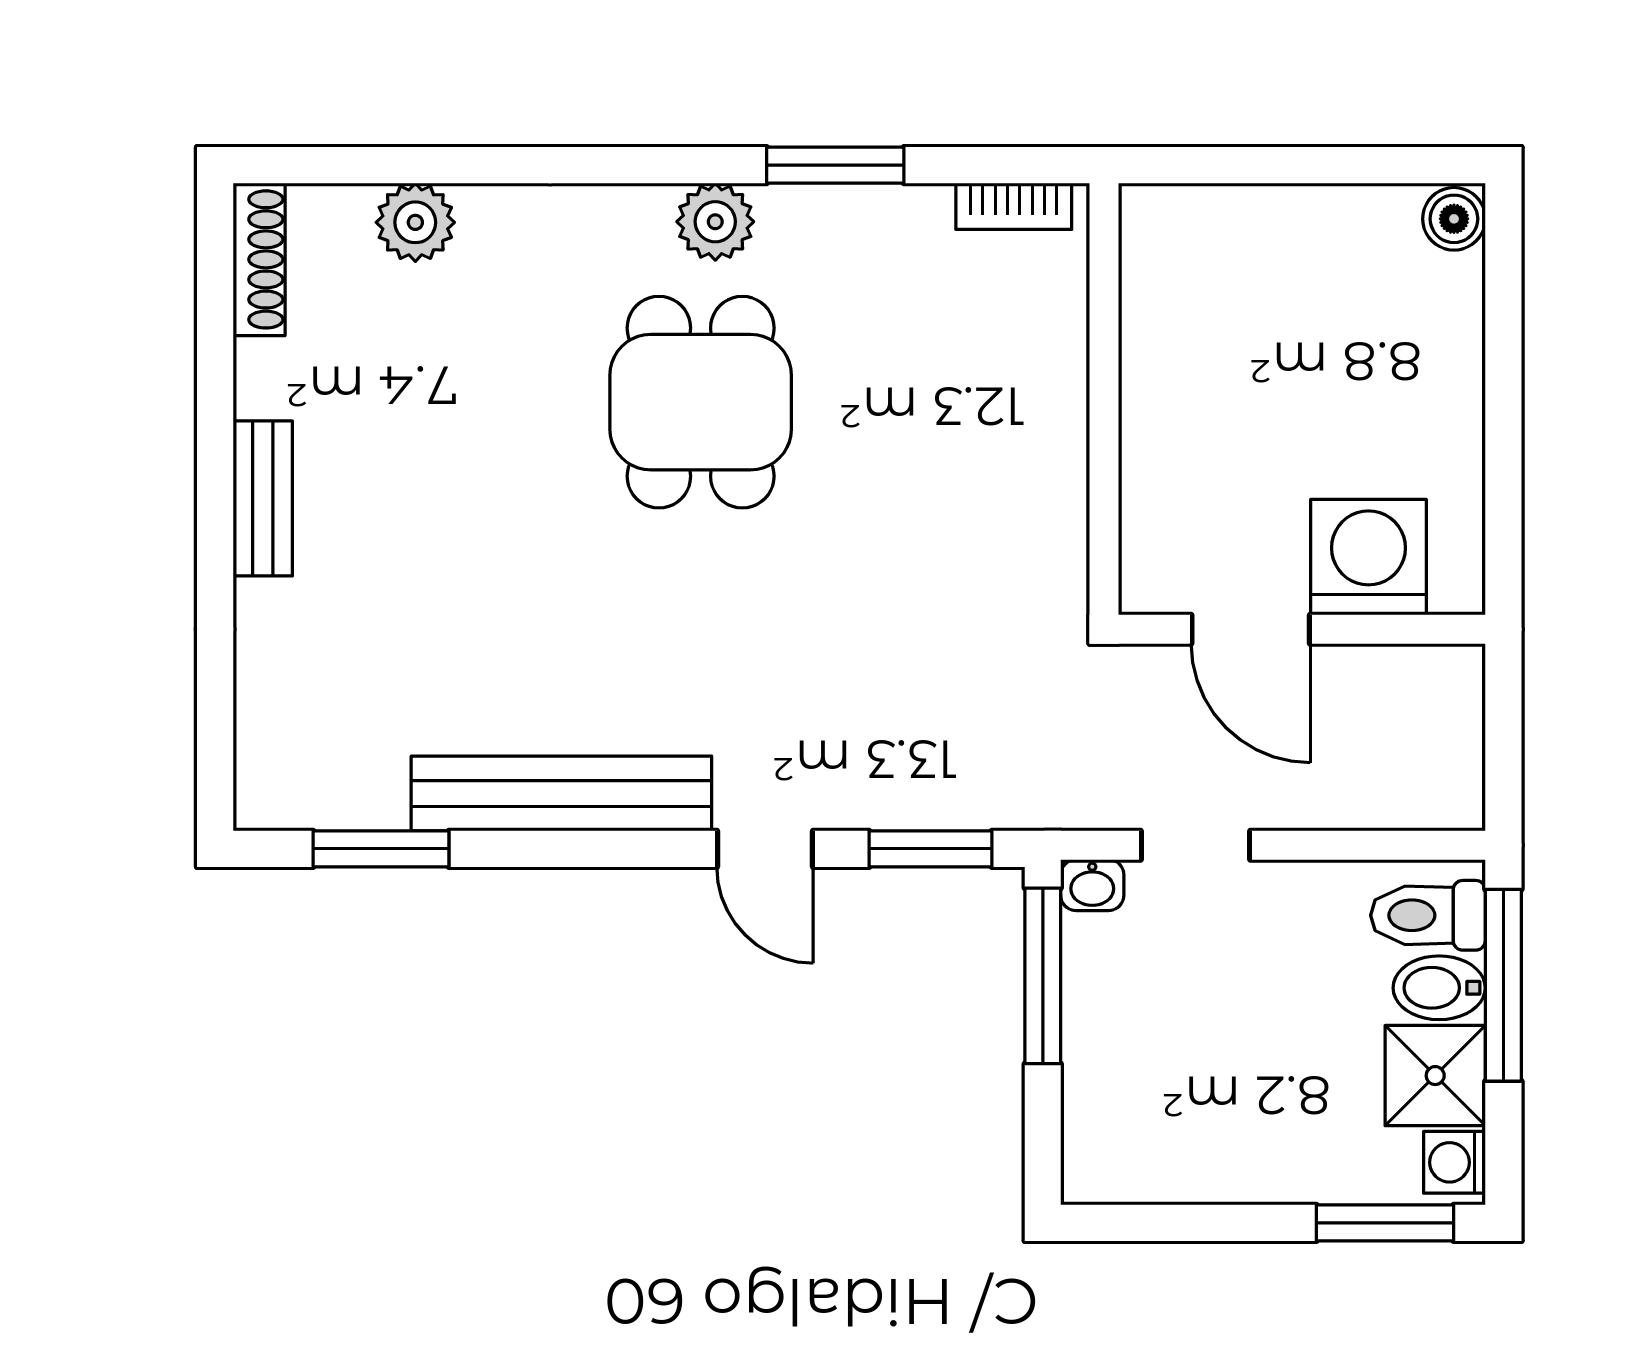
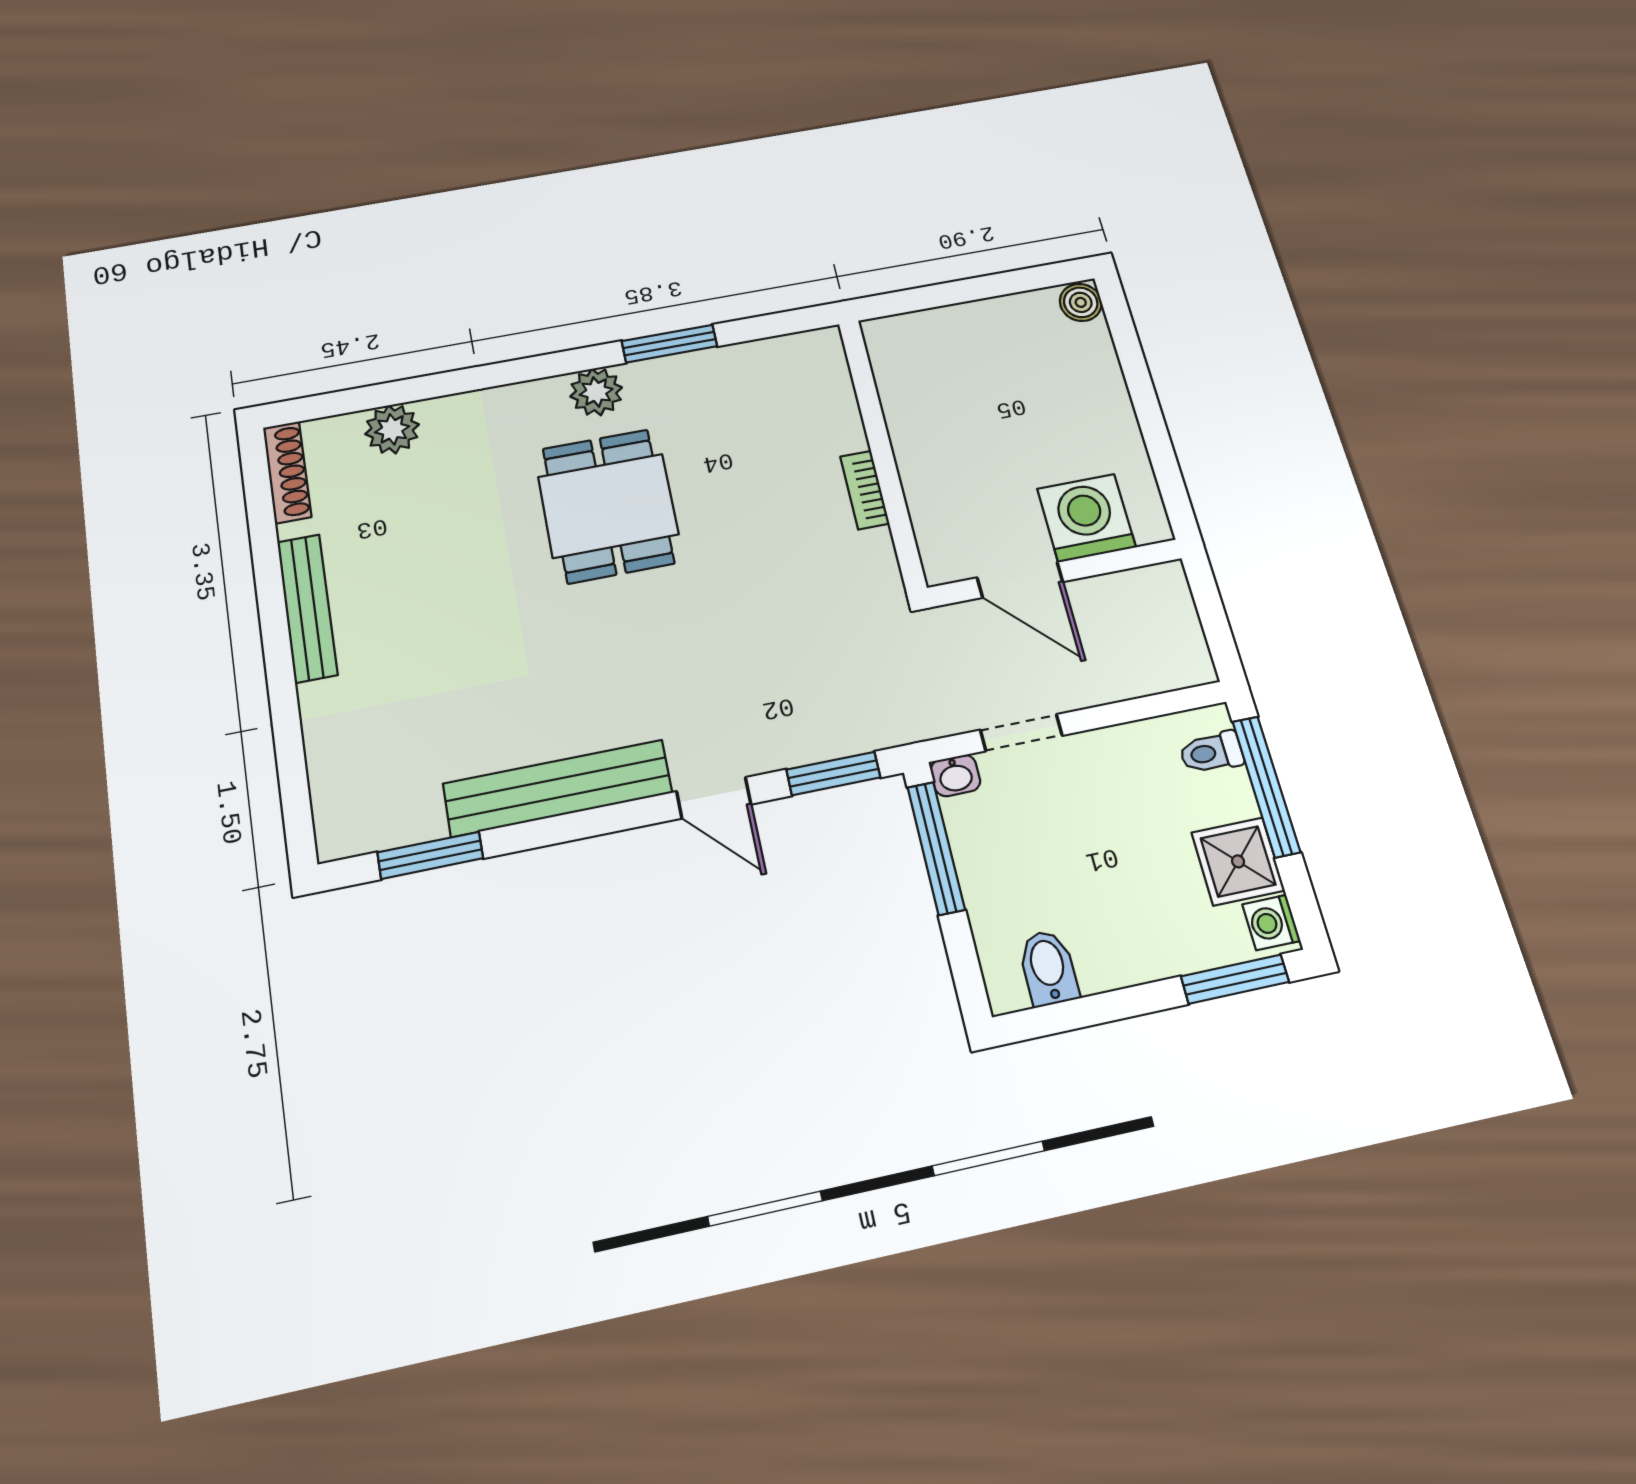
bookcase: (1014, 206) -> (865, 490), moved, turned 90
bench: (263, 498) -> (307, 608), width x1.36
toilet: (1428, 915) -> (1211, 752), width x0.73, depth x0.72
bidet: (1439, 988) -> (1048, 968), moved, turned 90

